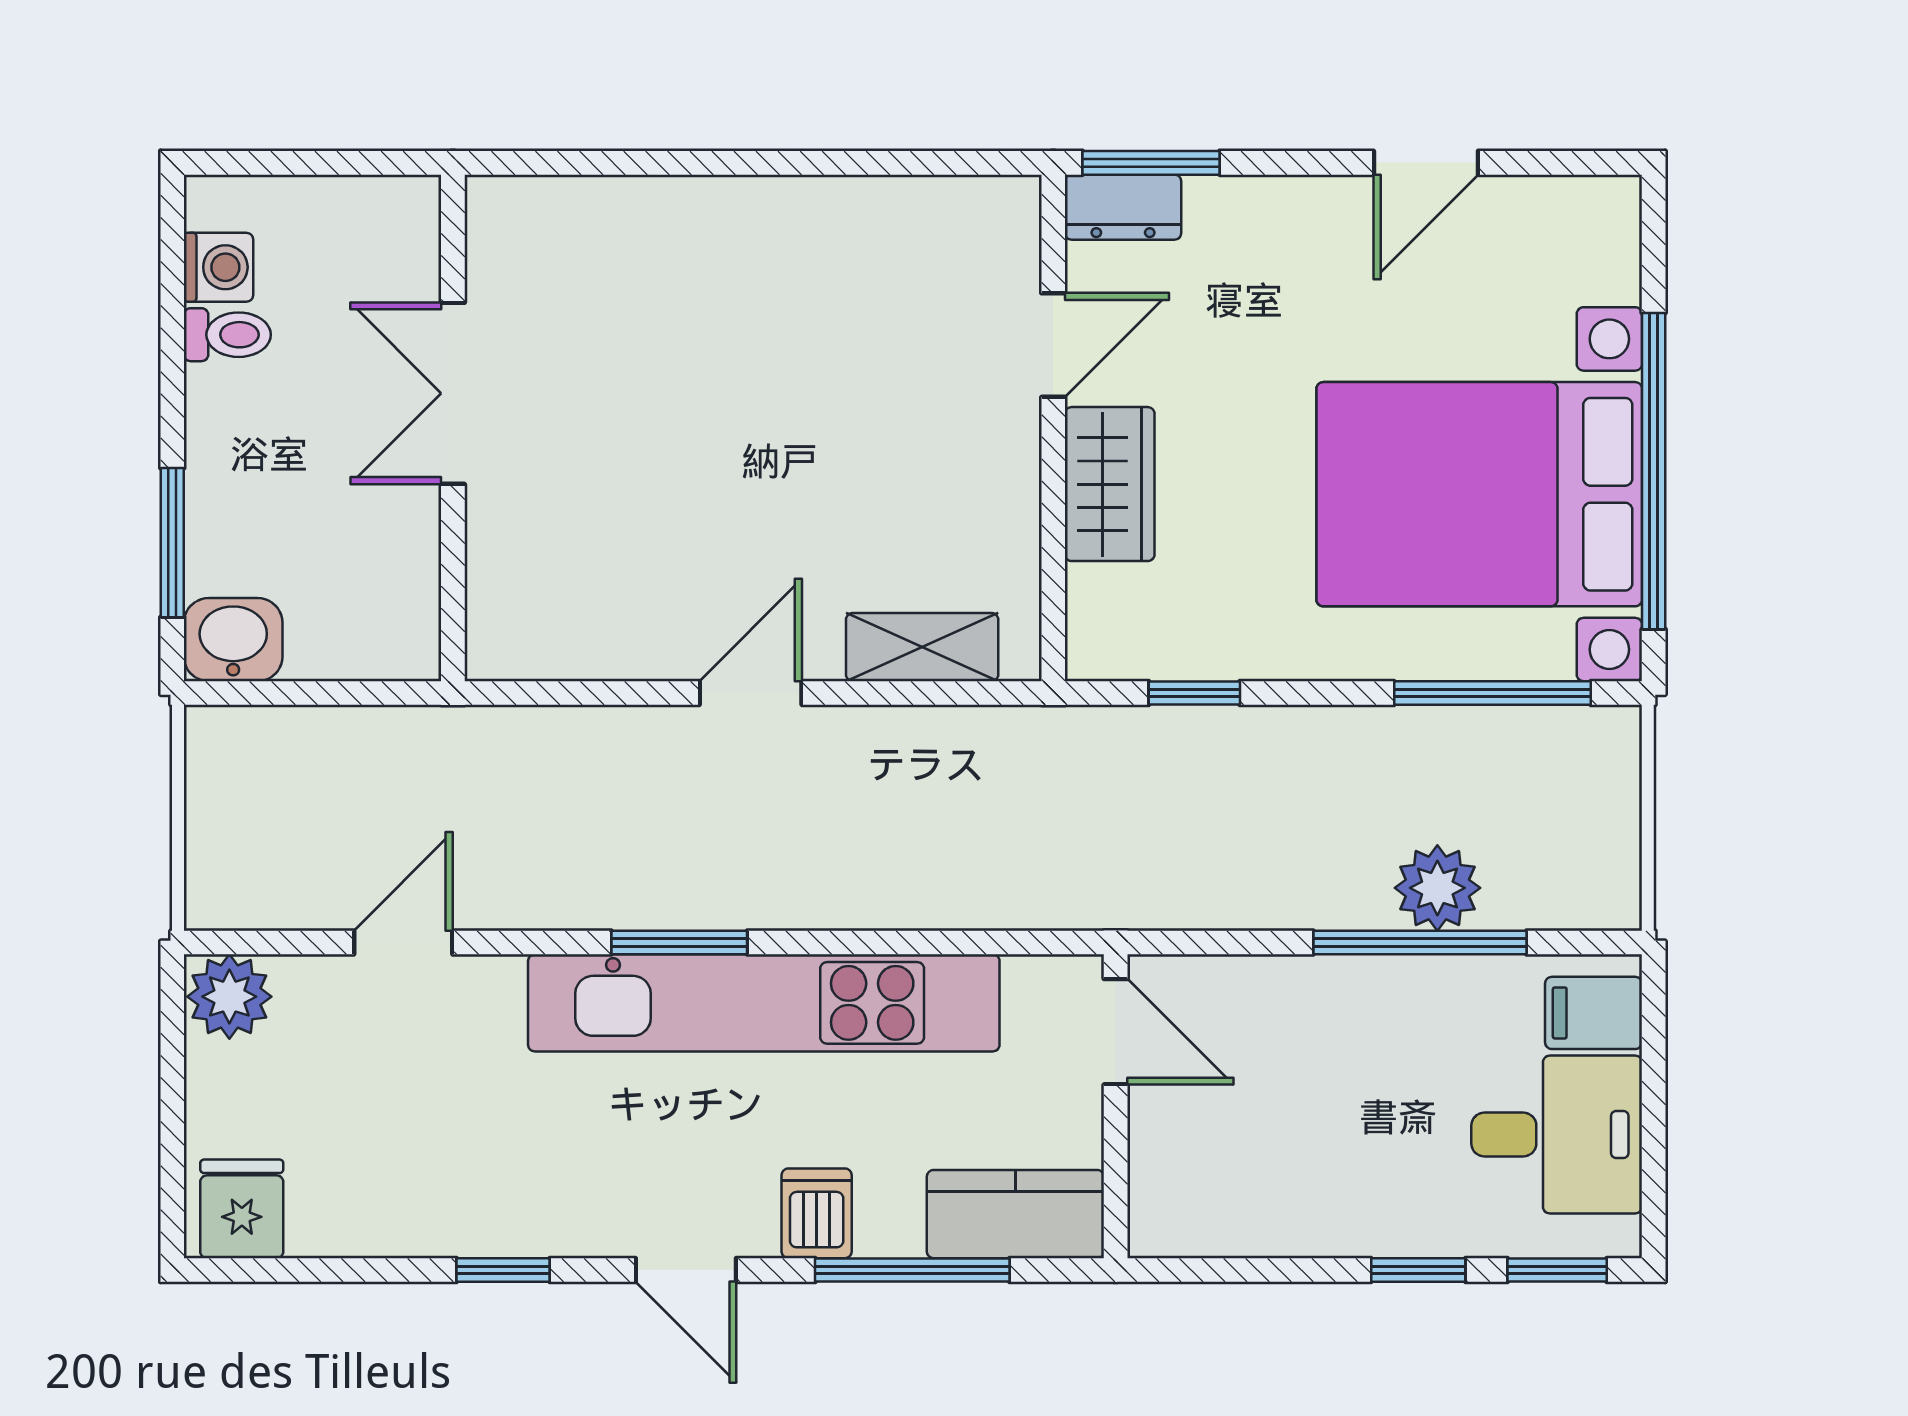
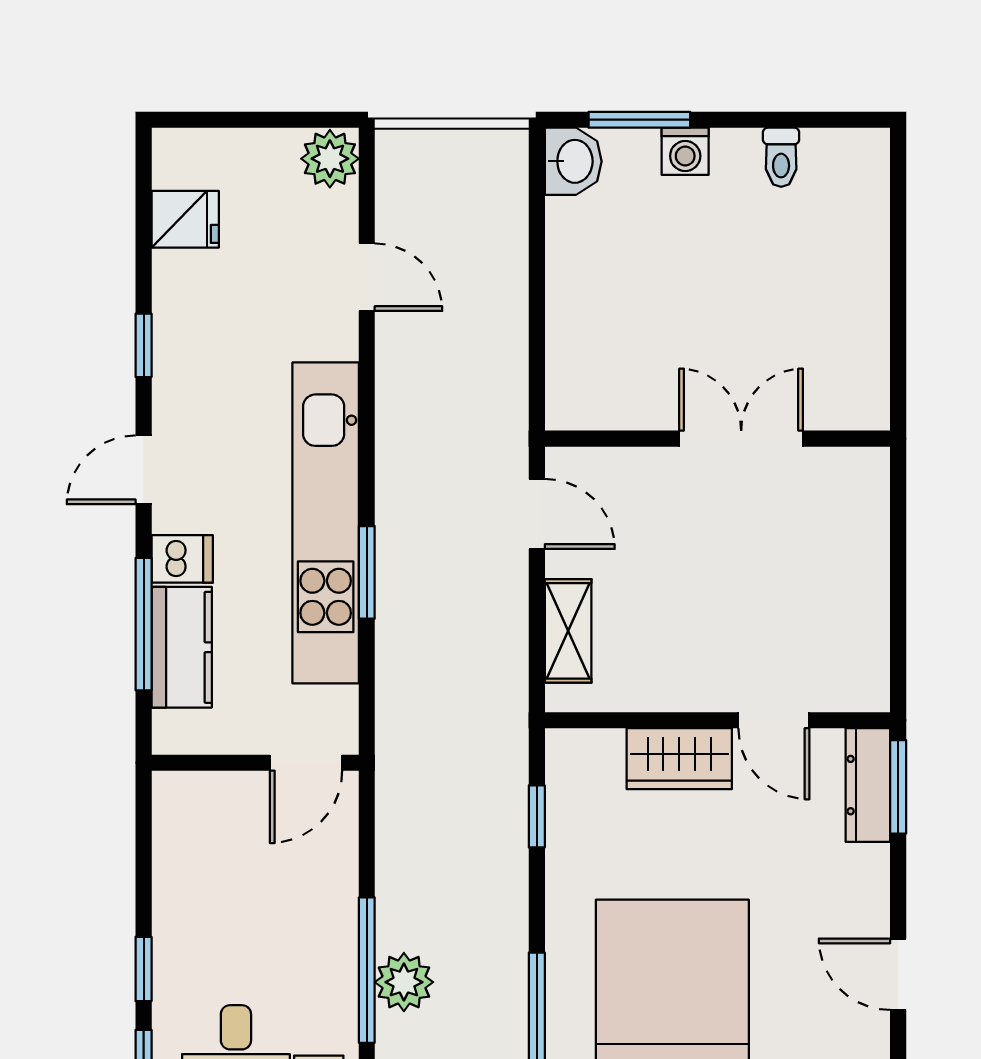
dresser: (1123, 207) -> (868, 785), width x1.44
washing machine: (218, 267) -> (685, 151), moved
double door: (453, 393) -> (741, 439), moved
wall: (453, 428) -> (718, 439), moved
window: (679, 943) -> (367, 572), moved
fridge: (242, 1209) -> (185, 219), moved
kitchen counter: (1015, 1214) -> (182, 647), moved

